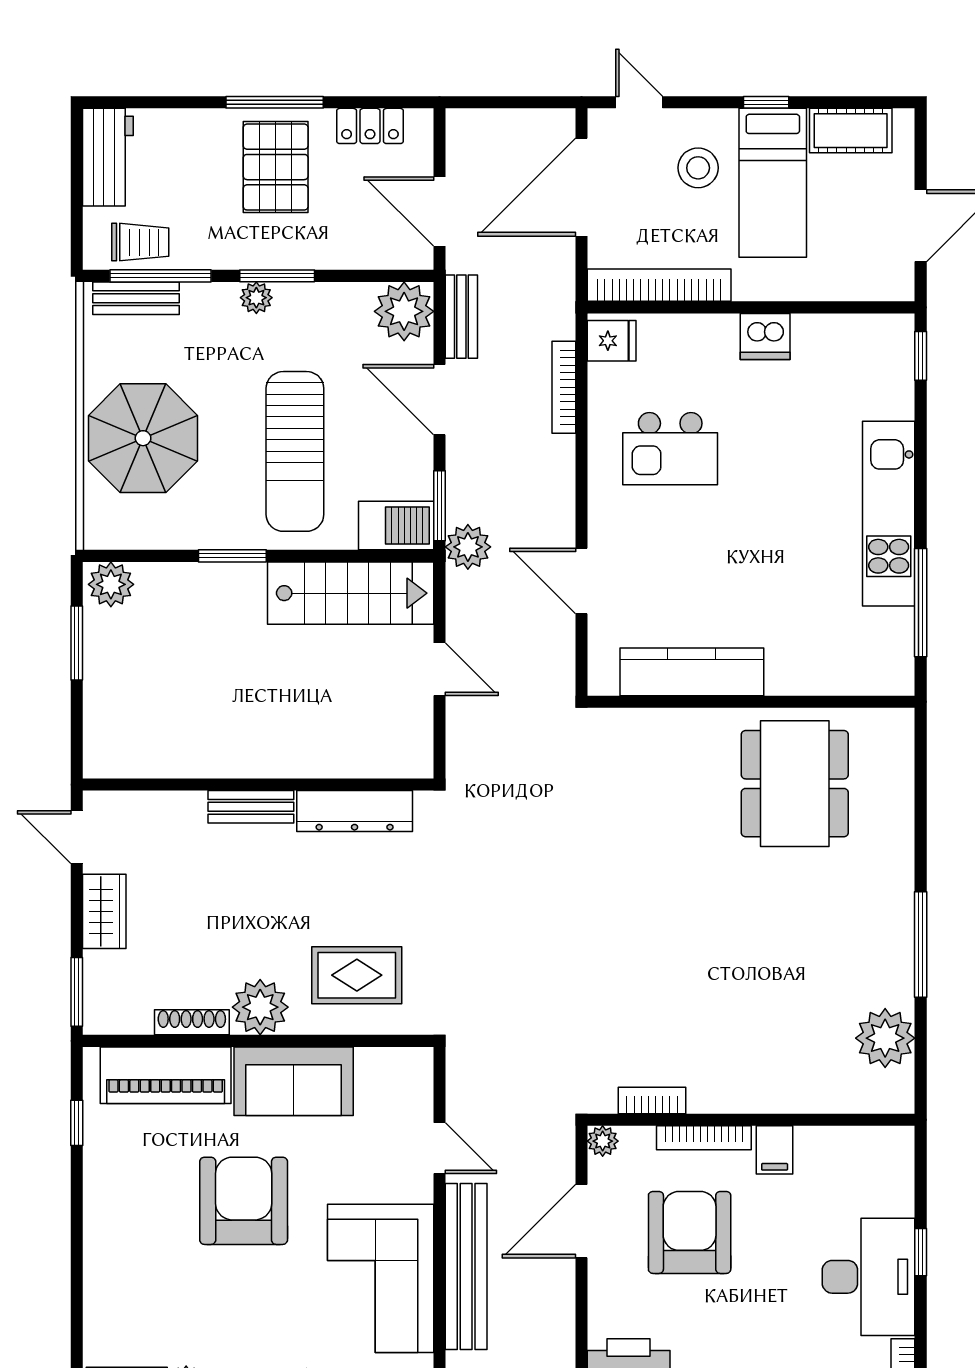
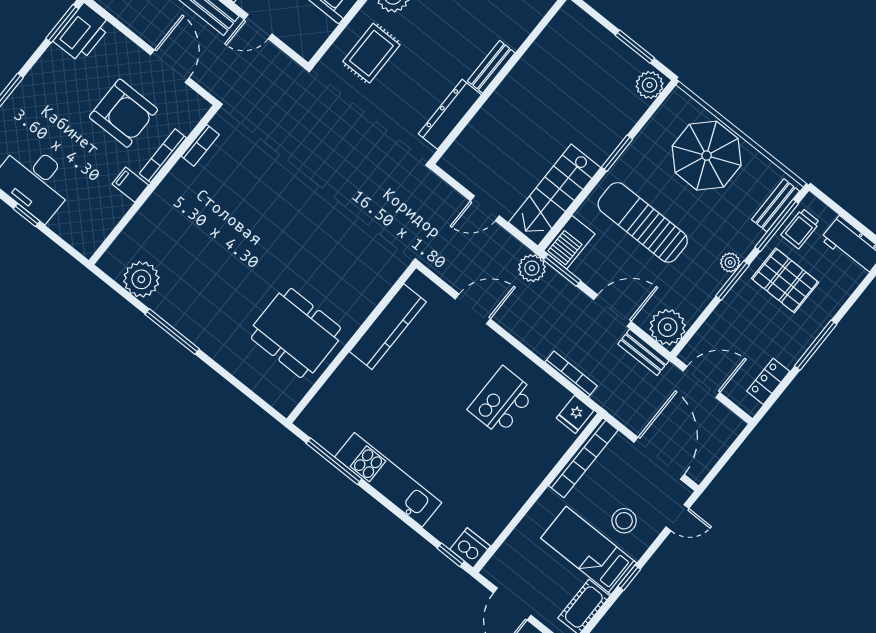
pallet: (276, 167) -> (785, 280), moved
dishwasher: (765, 336) -> (470, 548), moved, turned 90
plant: (603, 1141) -> (200, 107), removed

